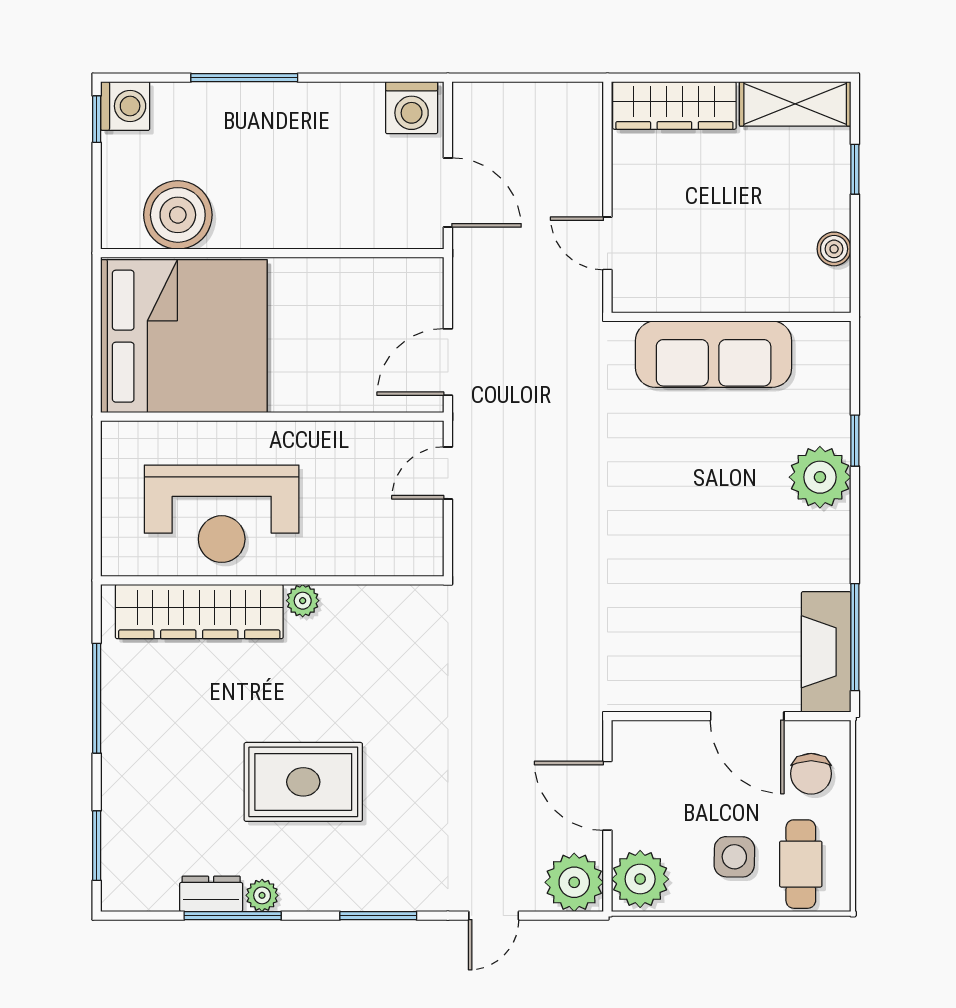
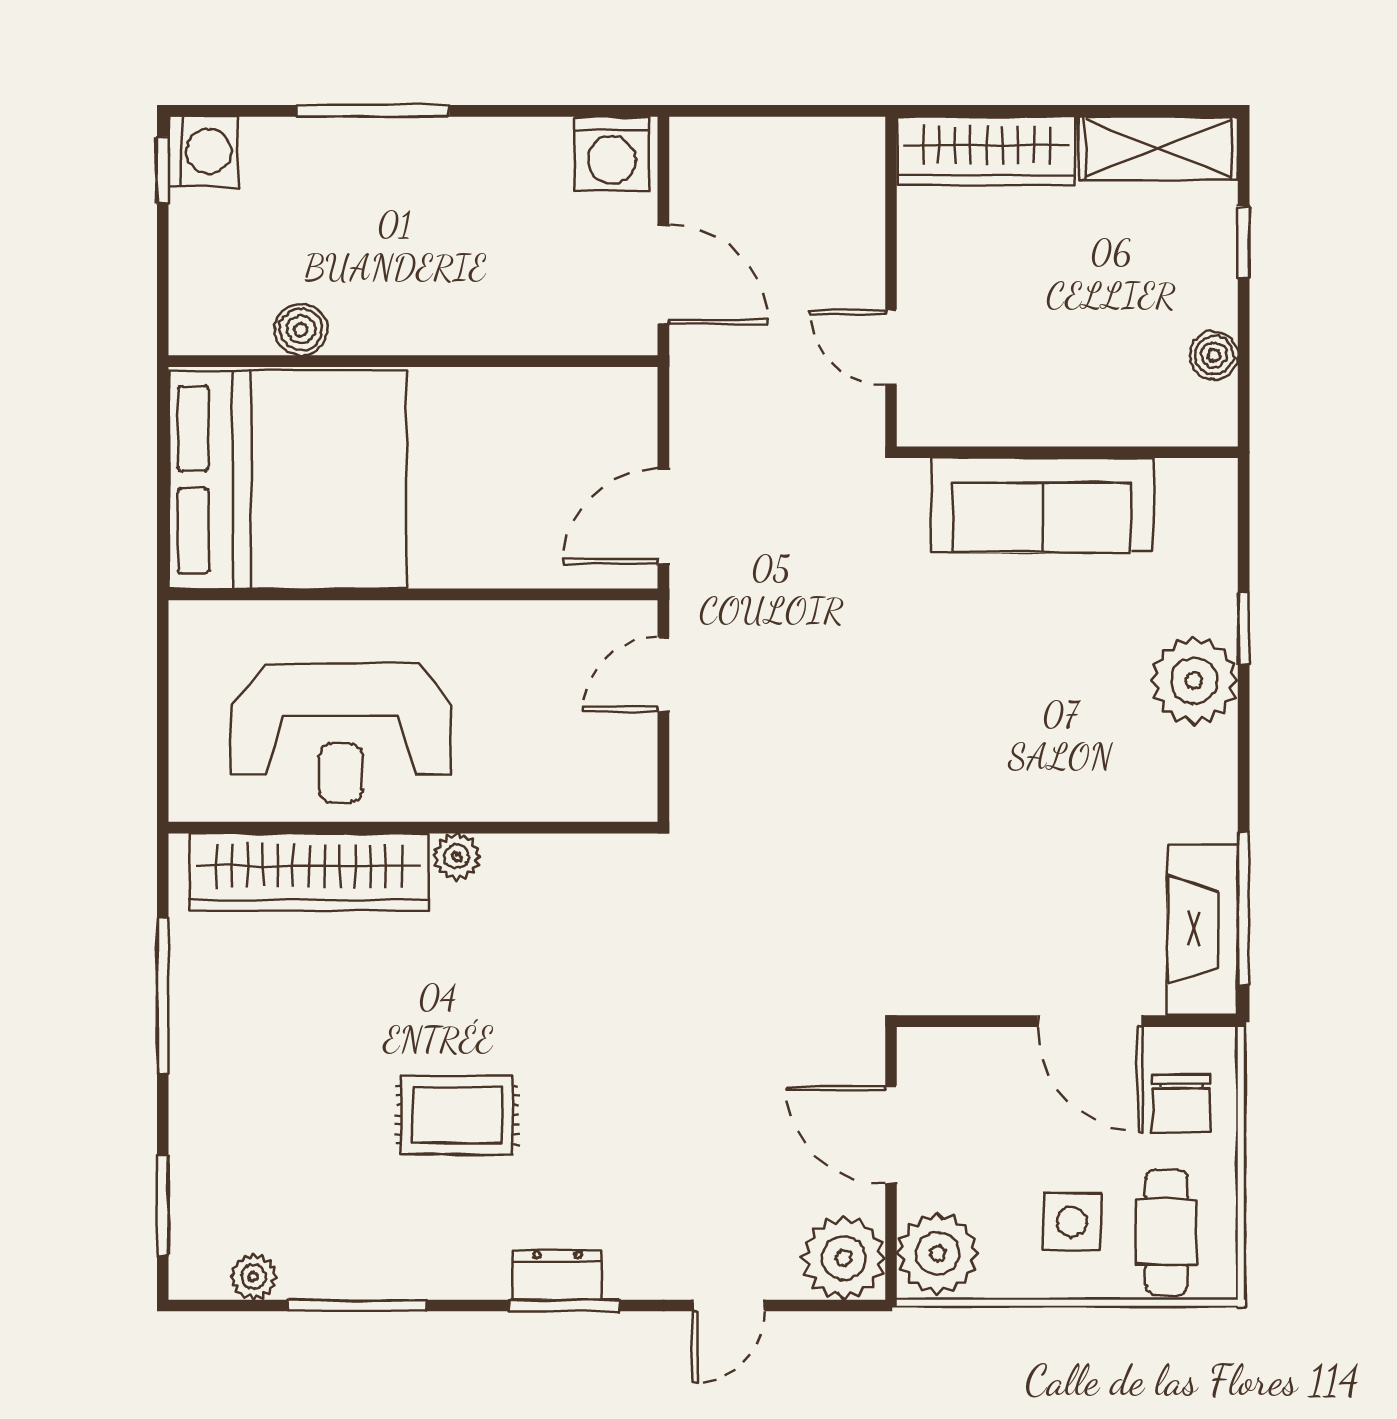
boiler: (178, 215) -> (301, 329), width x0.54, depth x0.54
rug: (303, 782) -> (457, 1115), width x0.73, depth x0.70
dresser: (211, 894) -> (558, 1275), moved
plant: (262, 895) -> (253, 1277), moved

